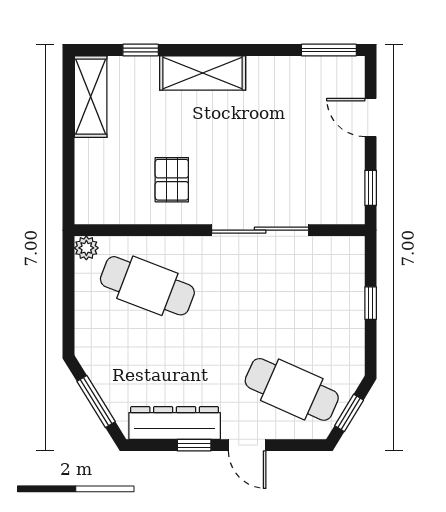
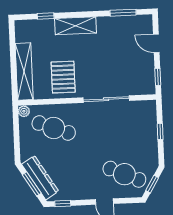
window: (329, 50) -> (123, 13), moved
shelving: (91, 97) -> (24, 71), moved, width x1.47
pallet: (172, 180) -> (63, 77), width x1.50, depth x1.42
dresser: (175, 423) -> (40, 178), moved, turned 58
window: (194, 445) -> (63, 203), moved

